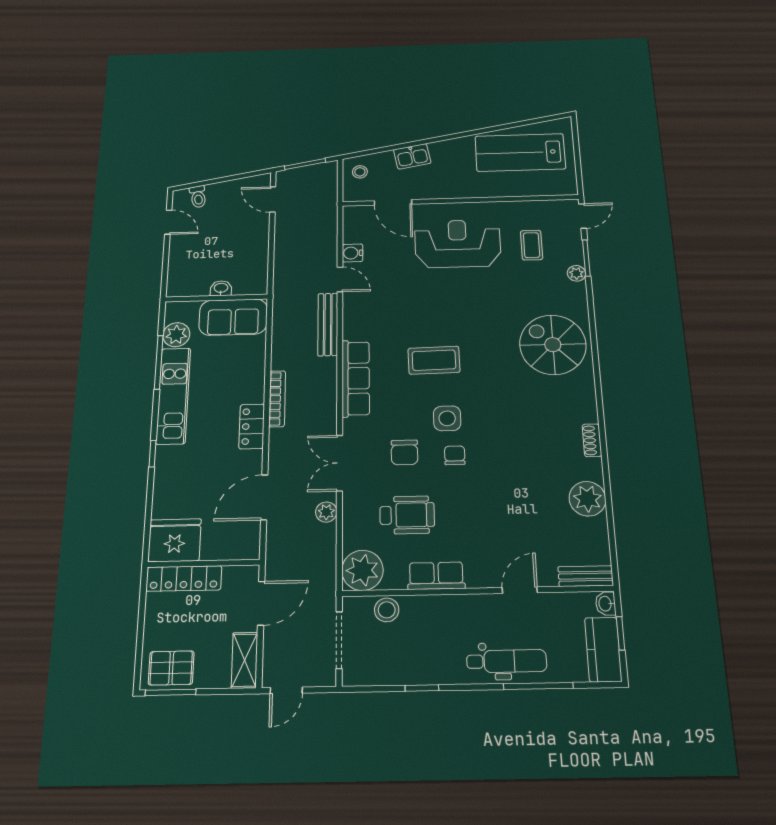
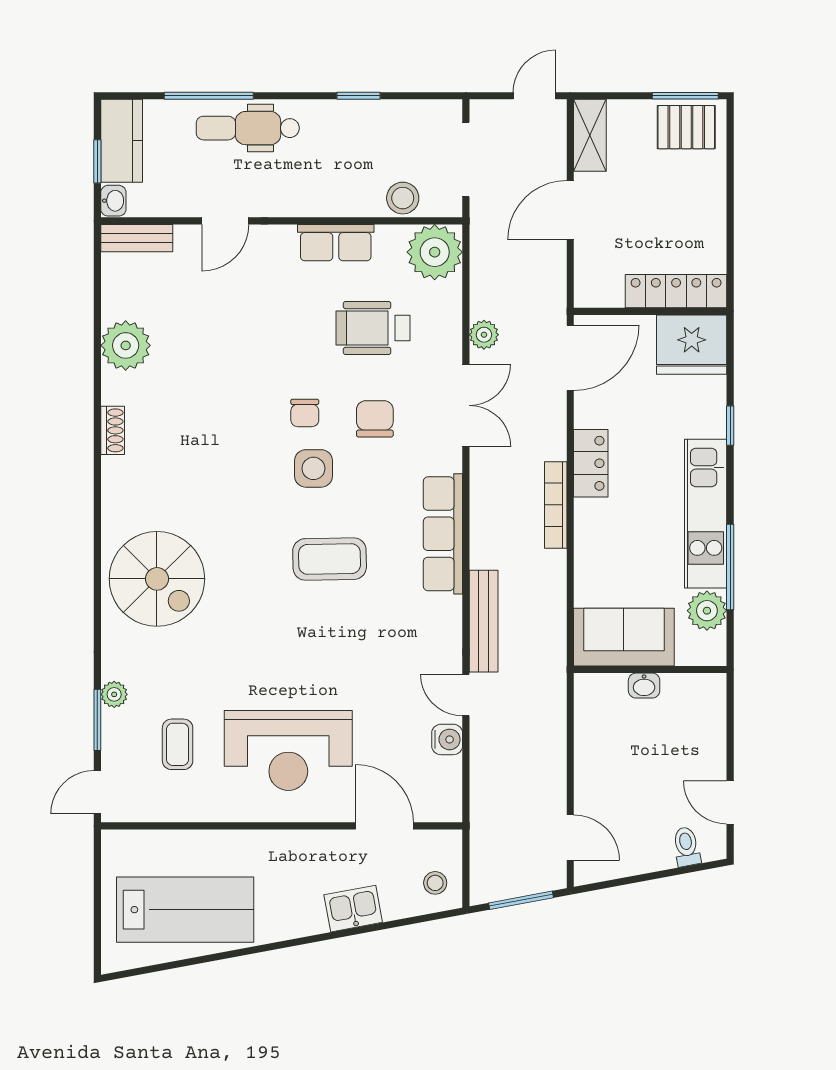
fridge: (175, 540) -> (692, 345), moved
wall: (204, 563) -> (650, 311), moved
locker: (184, 578) -> (676, 291), moved

